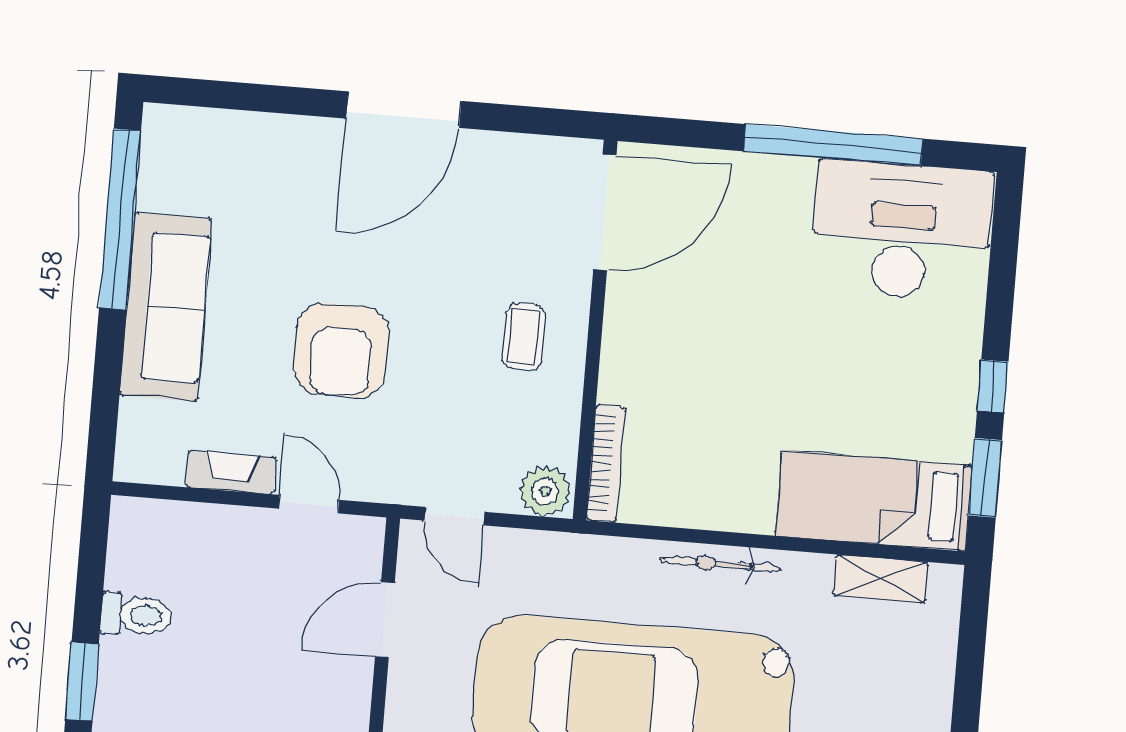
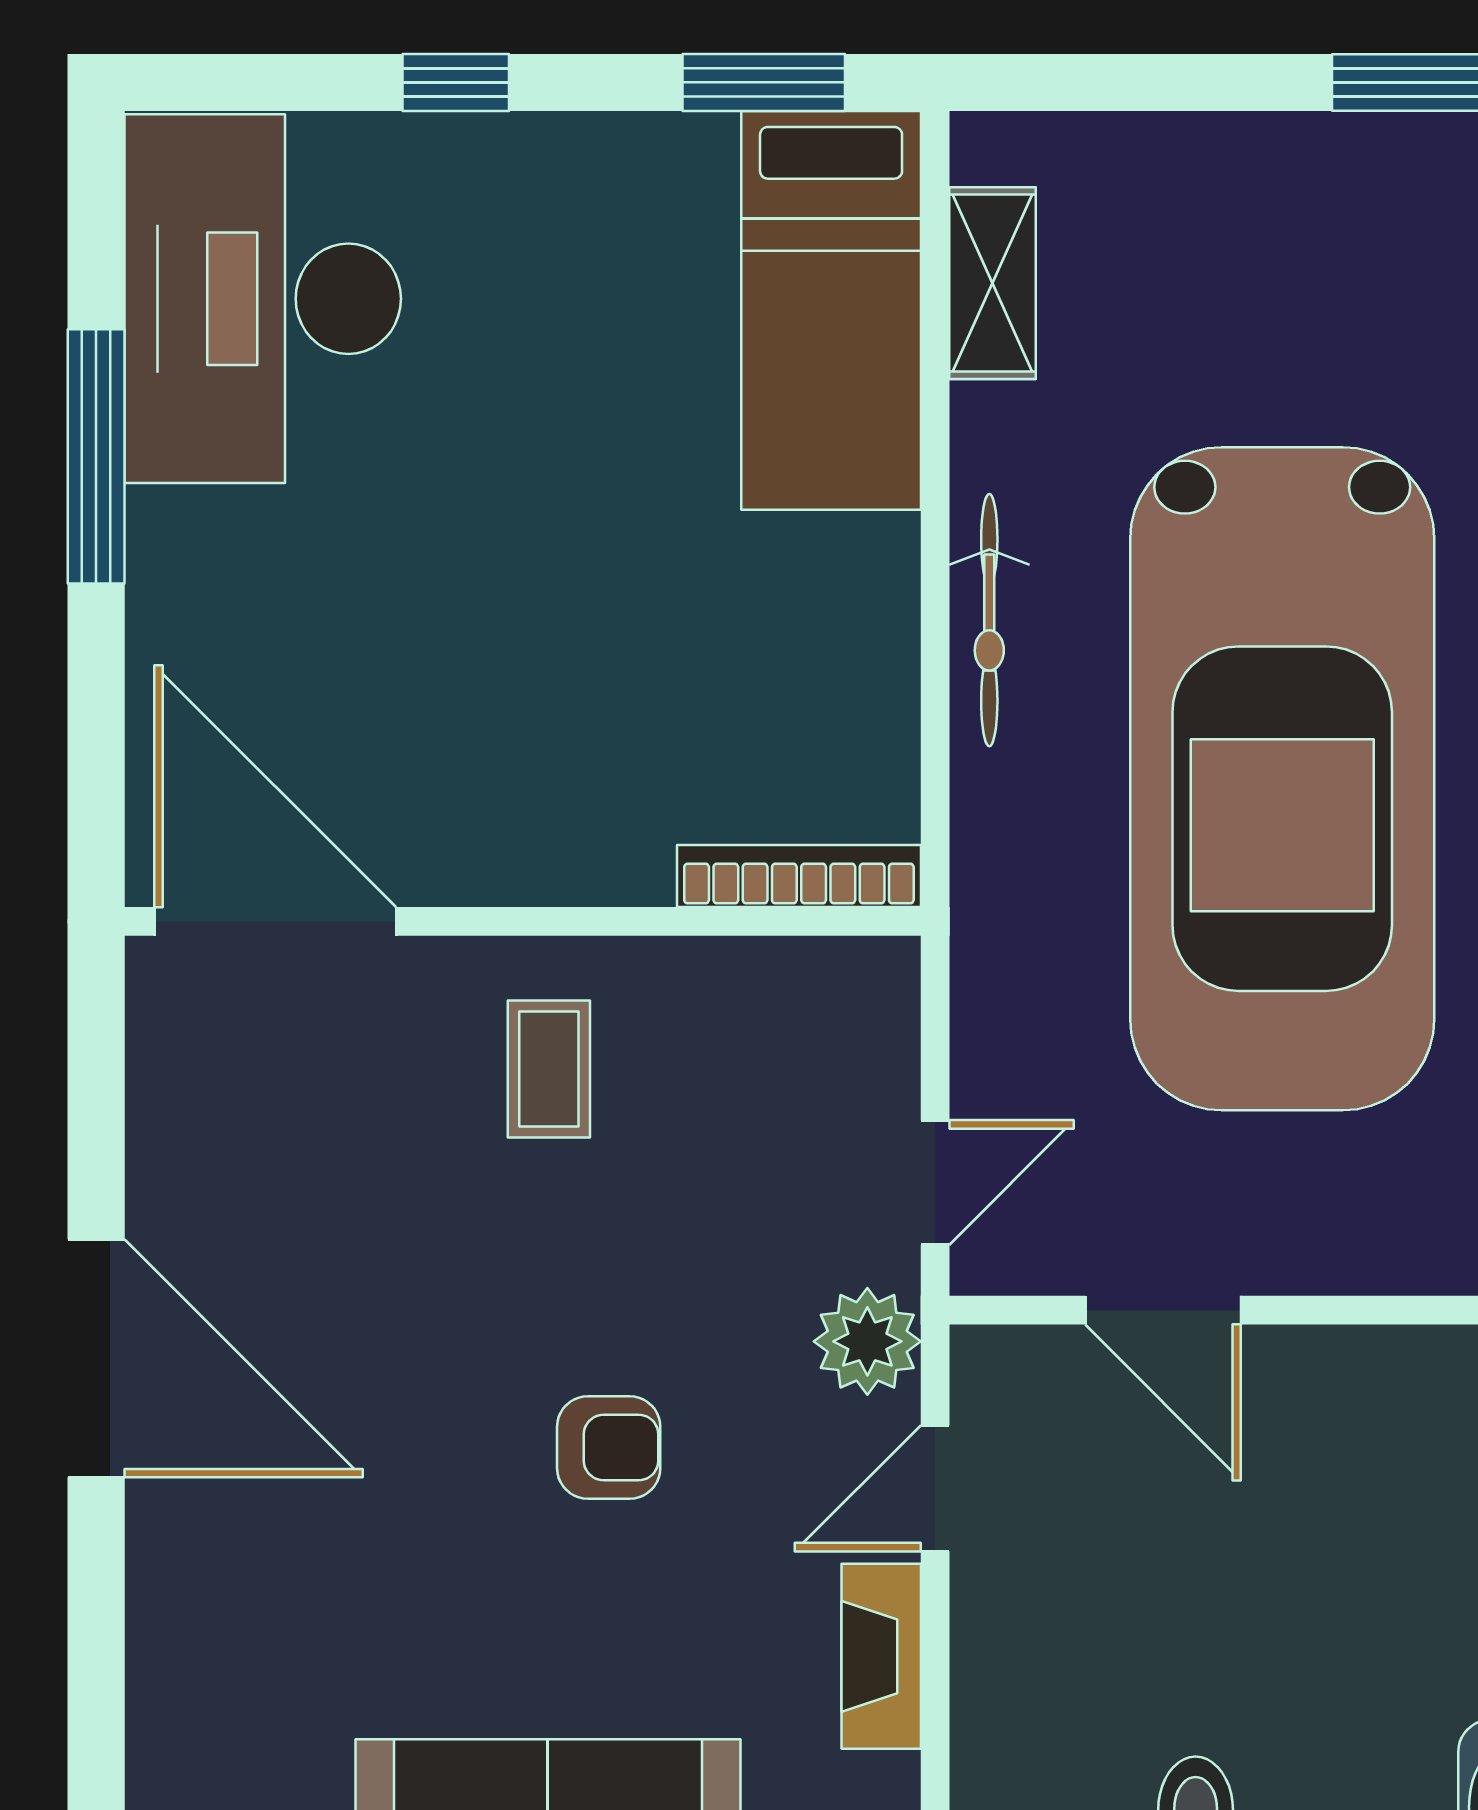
window: (833, 145) -> (96, 456), width x0.68
coffee table: (524, 337) -> (549, 1069), turned 90
armchair: (341, 350) -> (609, 1447), width x0.53, depth x0.53
window: (993, 386) -> (456, 82), moved
plant: (545, 491) -> (867, 1341), moved

